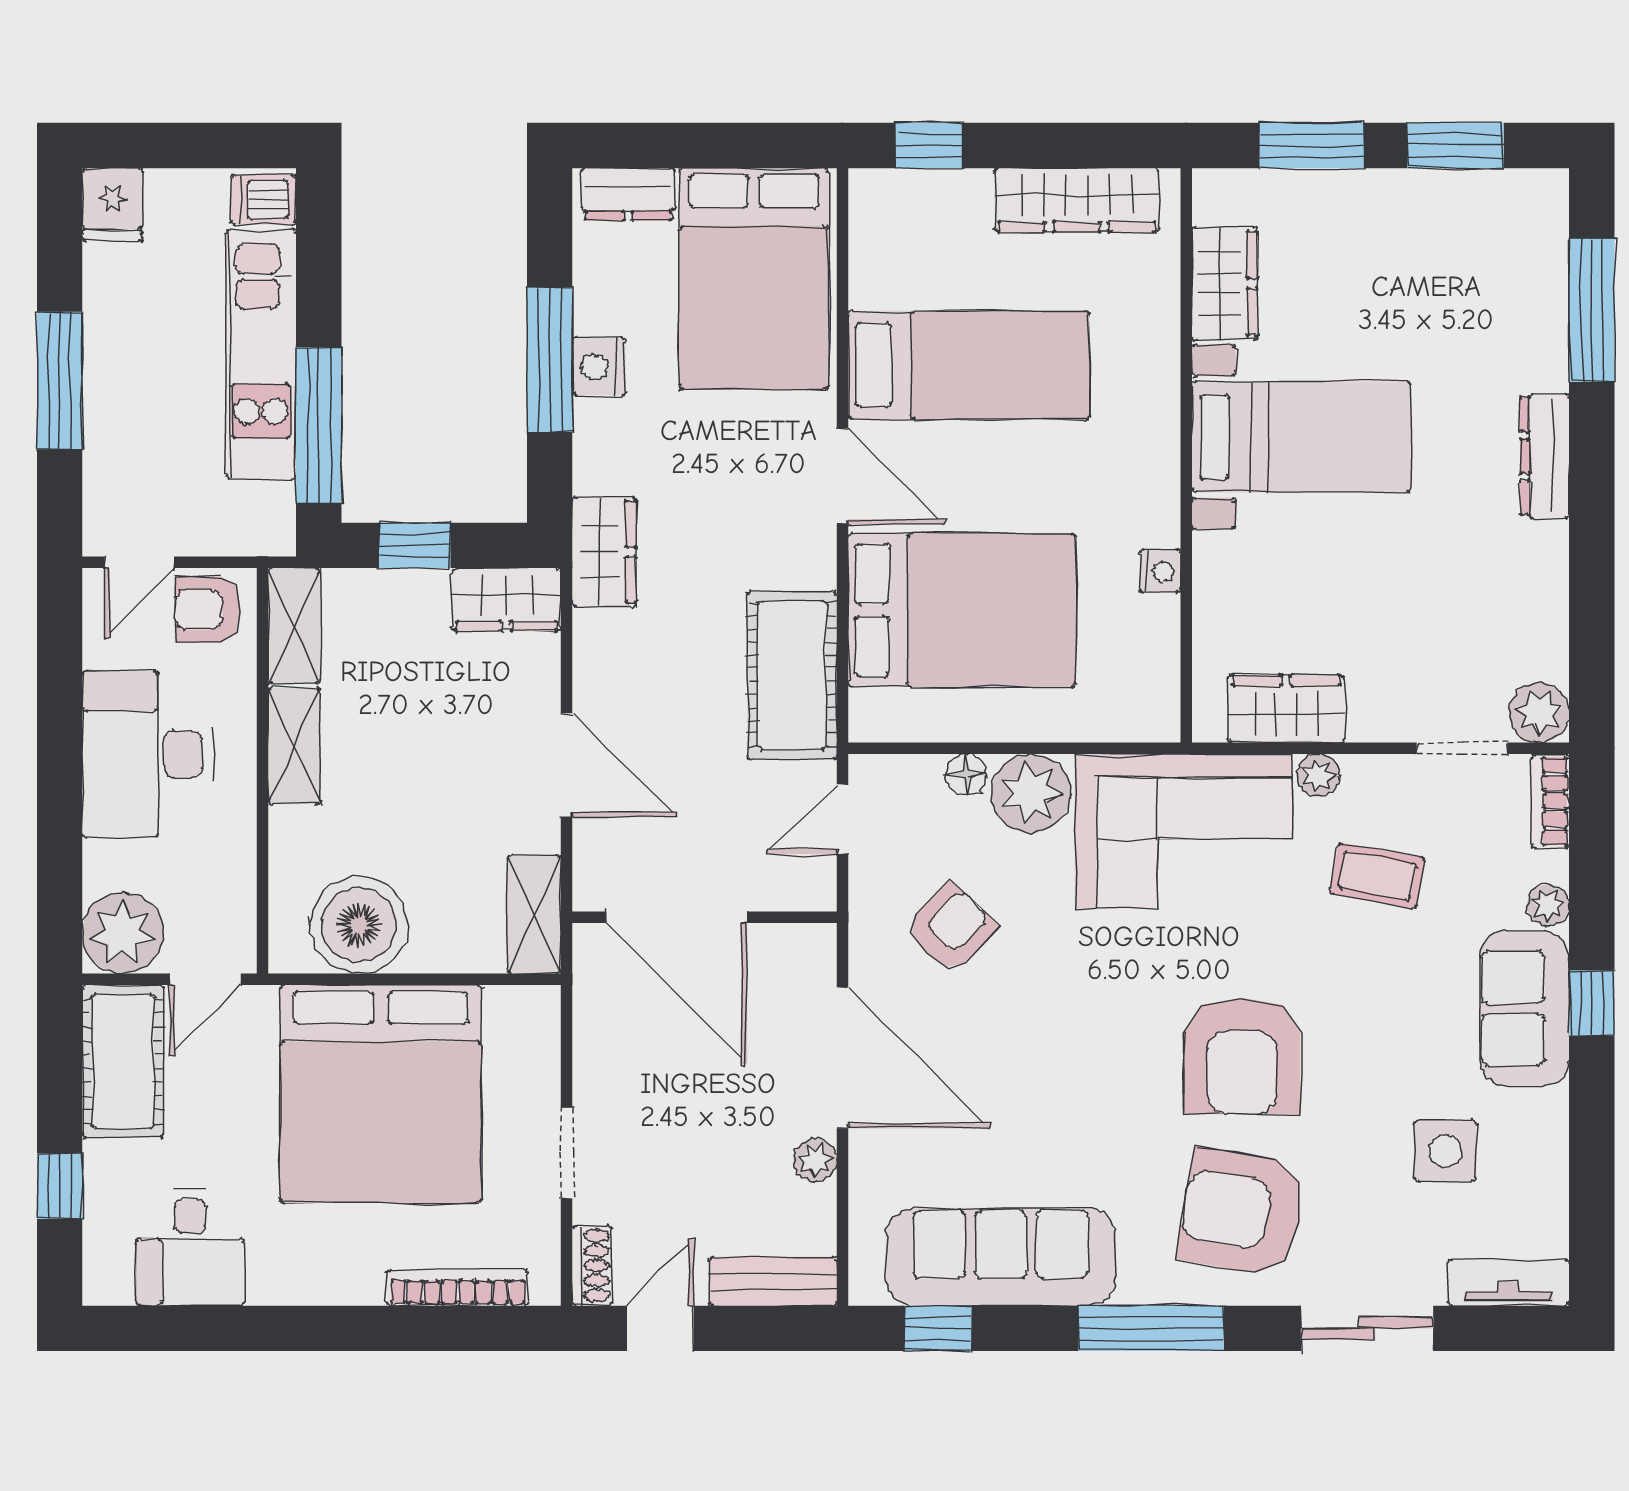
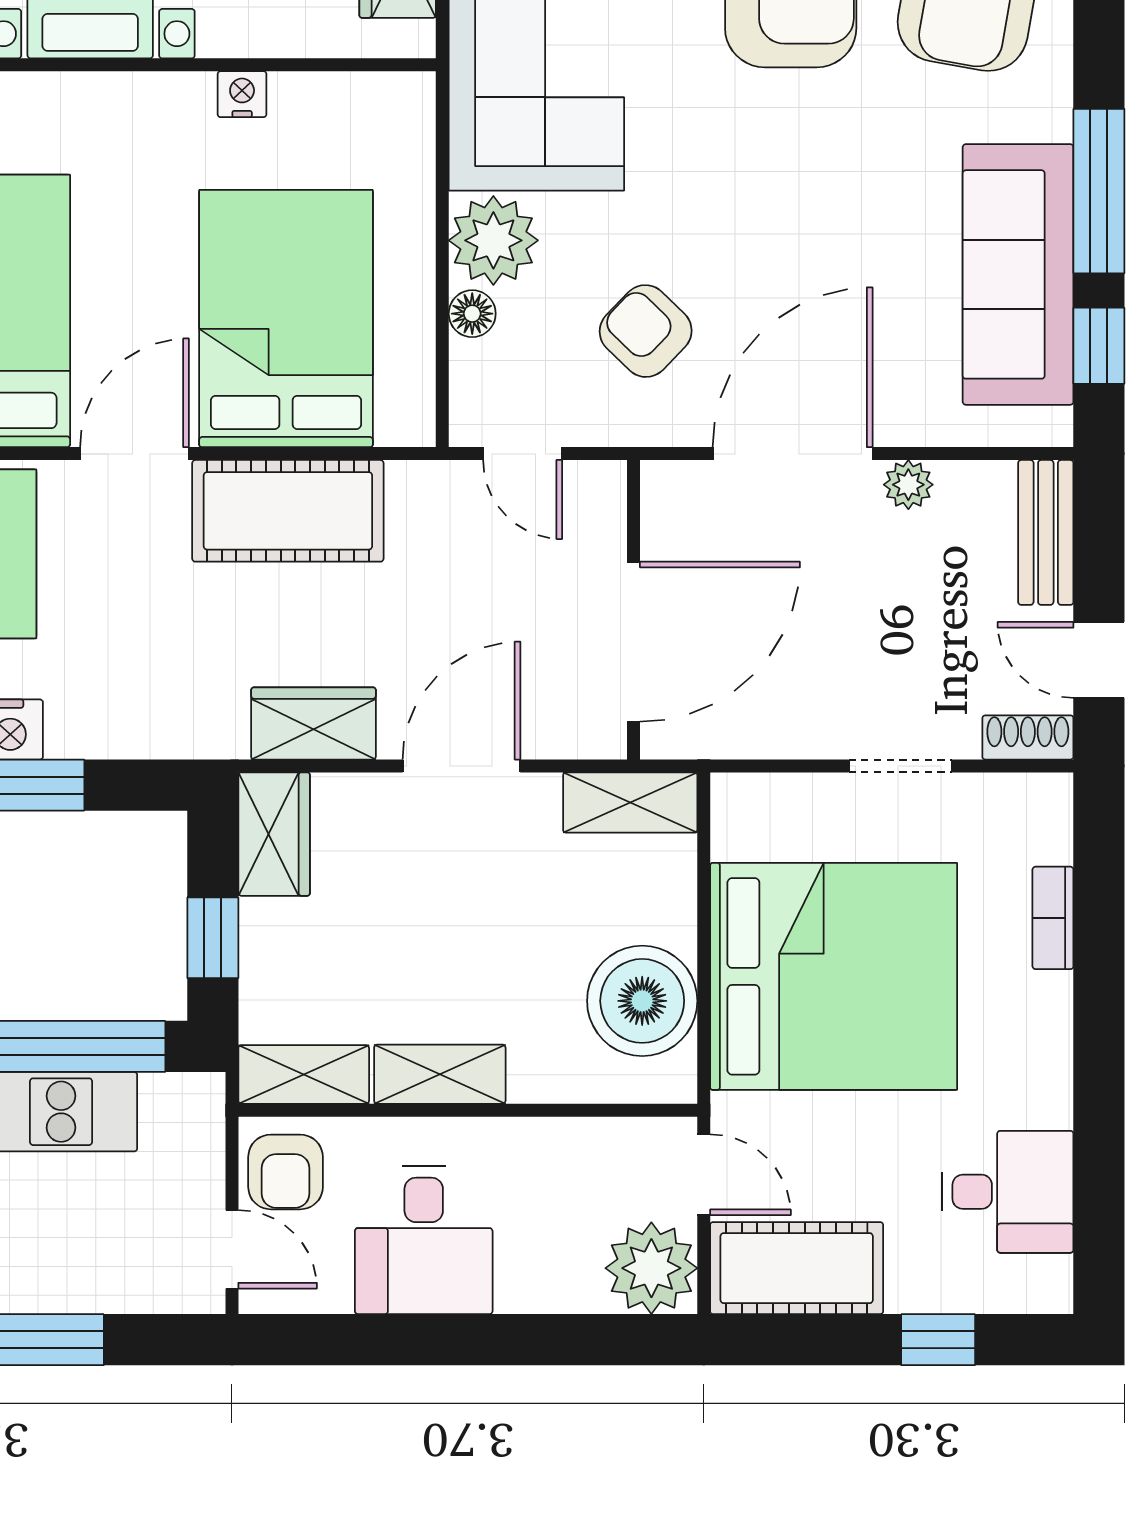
wardrobe: (604, 552) -> (313, 723), moved
cot: (792, 675) -> (288, 511), moved
desk: (148, 754) -> (424, 1240), width x0.73
bookcase: (458, 1288) -> (1053, 918), width x0.64
window: (1151, 1328) -> (1099, 191), moved

